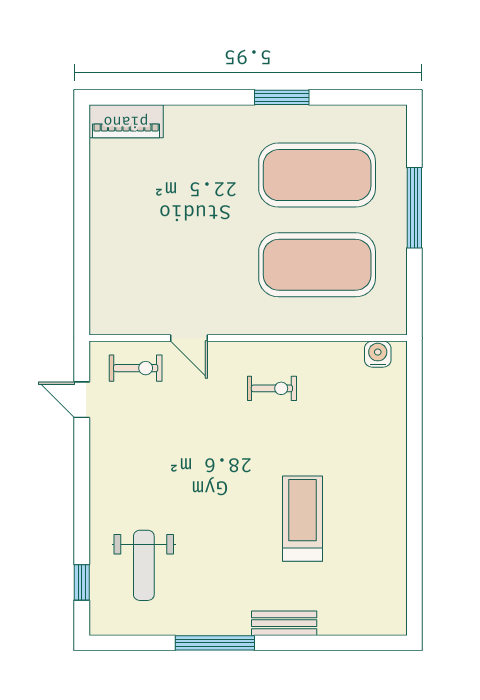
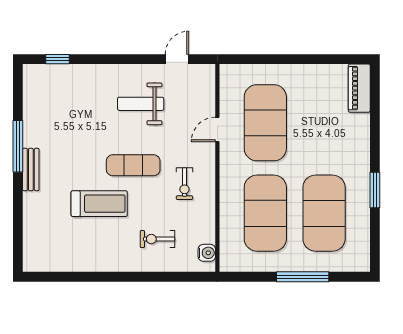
exercise mat: (179, 265) -> (265, 123), added
exercise bike: (136, 368) -> (157, 239), moved, turned 90
exercise mat: (244, 467) -> (133, 165), added
weight bench: (144, 565) -> (141, 104), moved
bench: (284, 623) -> (31, 170), moved

